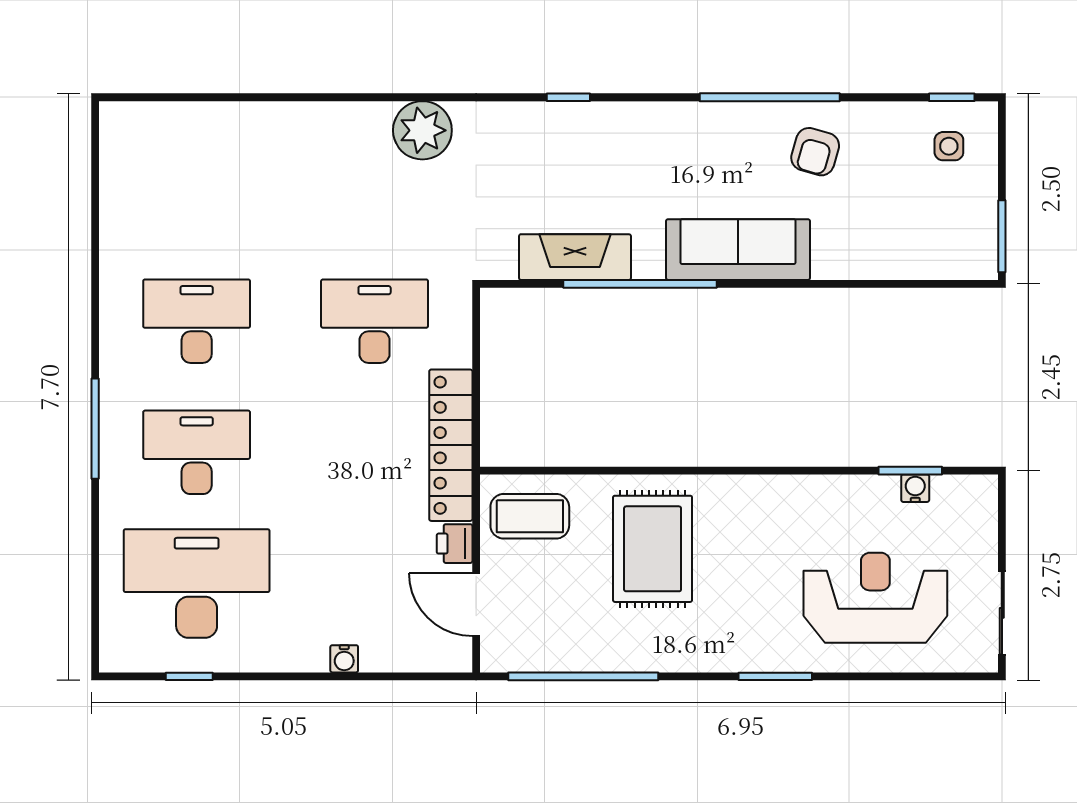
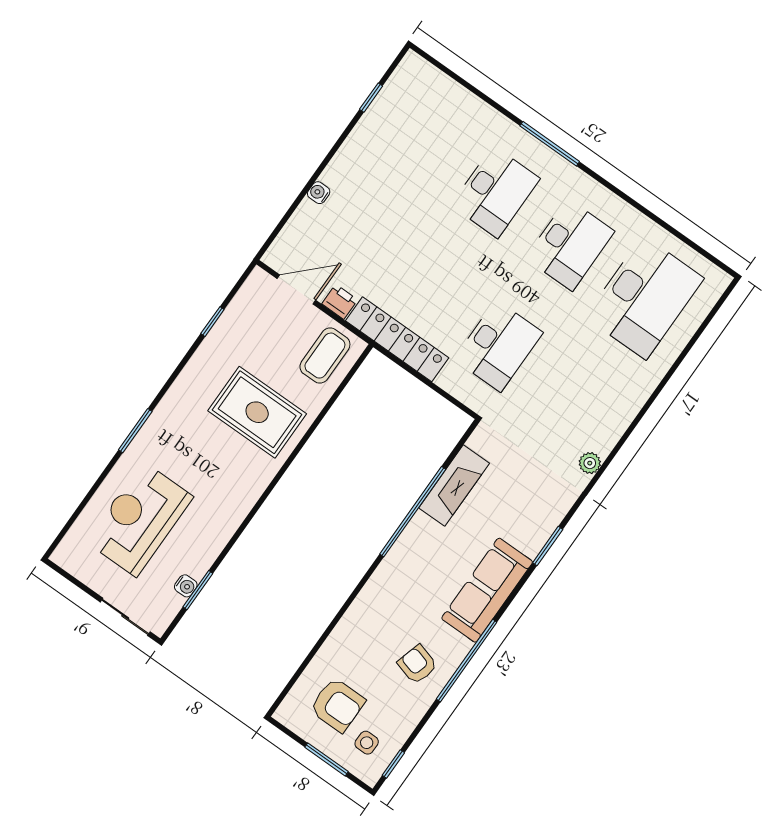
window: (568, 97) -> (548, 546), width x1.50
plant: (422, 130) -> (590, 463), width x0.53, depth x0.53
armchair: (929, 212) -> (337, 705), added
window: (1002, 236) -> (327, 759), moved
sofa: (738, 250) -> (487, 590), moved, turned 180
desk: (197, 583) -> (644, 297), moved
reception desk: (875, 598) -> (140, 519), turned 180
sliding door: (1002, 613) -> (125, 617), moved
window: (583, 676) -> (212, 322), width x0.32

